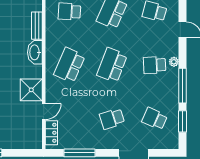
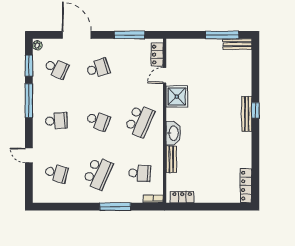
plant: (174, 62) -> (37, 45), moved
school desk: (112, 65) -> (98, 121), width x0.54

